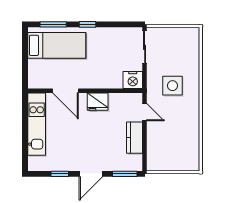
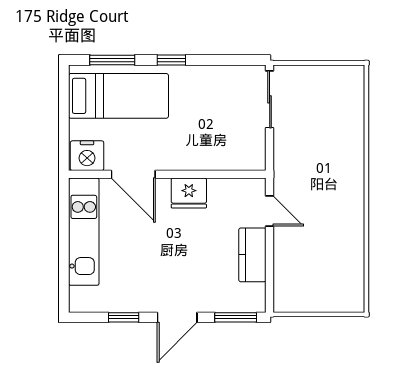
nightstand: (133, 80) -> (87, 156), moved
side table: (172, 86) -> (318, 165), removed

